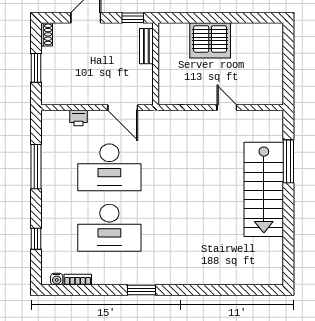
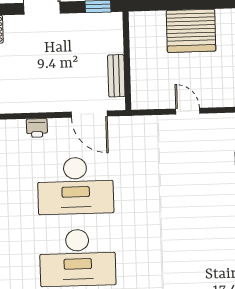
bench: (146, 46) -> (116, 76), moved
door: (227, 108) -> (188, 111), moved

